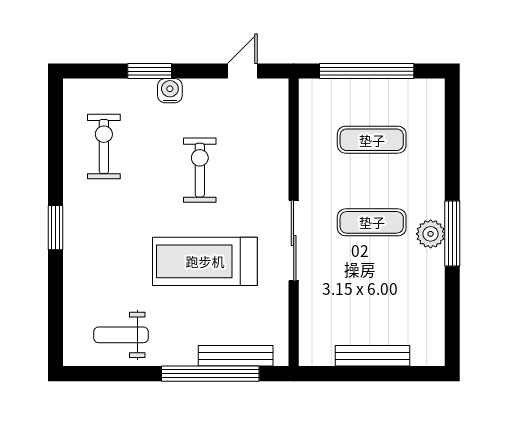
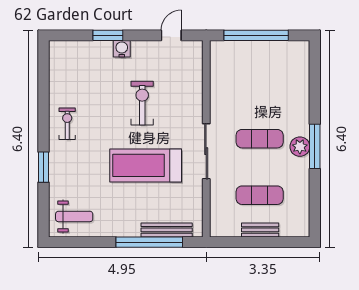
exercise mat: (372, 140) -> (260, 195), moved
exercise bike: (104, 146) -> (67, 124), moved, width x0.73, depth x0.72
window: (55, 228) -> (44, 167), moved
weight bench: (121, 335) -> (74, 216), moved, turned 180
bench: (372, 356) -> (260, 230), width x0.73

